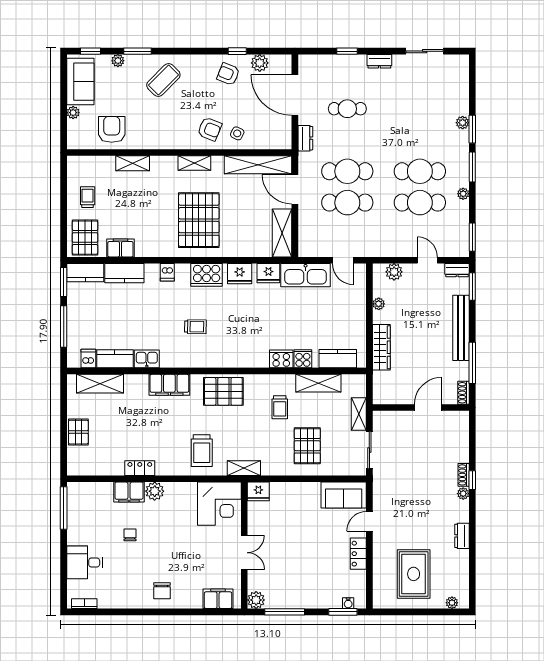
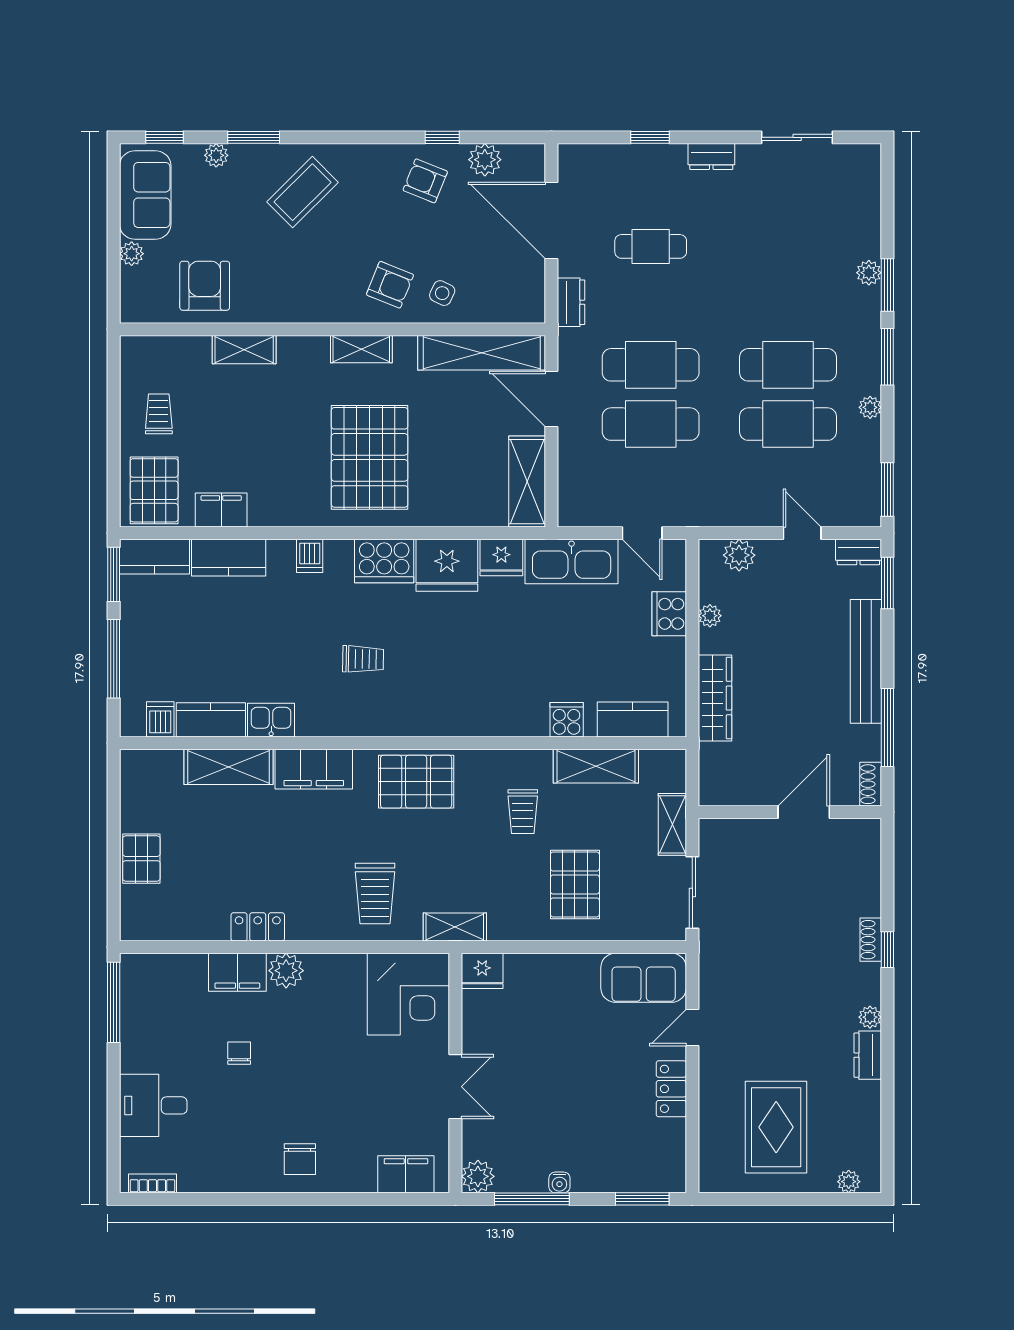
fridge: (240, 274) -> (447, 565), width x1.36, depth x1.34
cooker: (281, 359) -> (669, 614), moved, turned -90
shelving: (100, 384) -> (228, 767), moved
plant: (463, 494) -> (870, 1017), moved
water cooler: (348, 603) -> (559, 1182), moved

